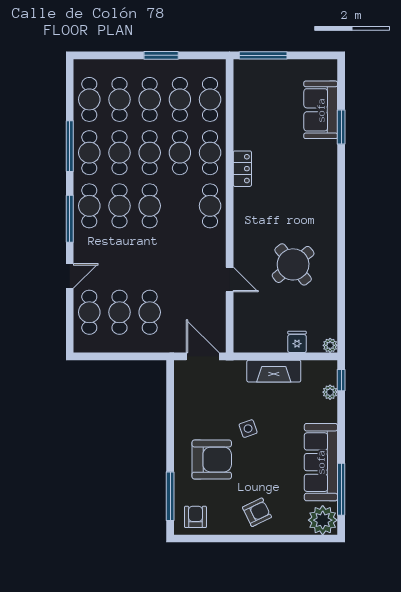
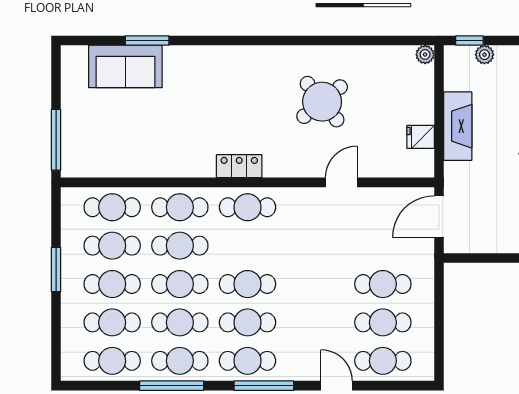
locker: (242, 169) -> (239, 166), moved
fridge: (297, 342) -> (421, 137), moved

